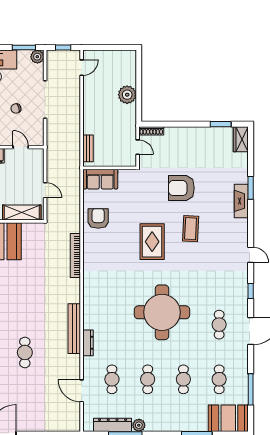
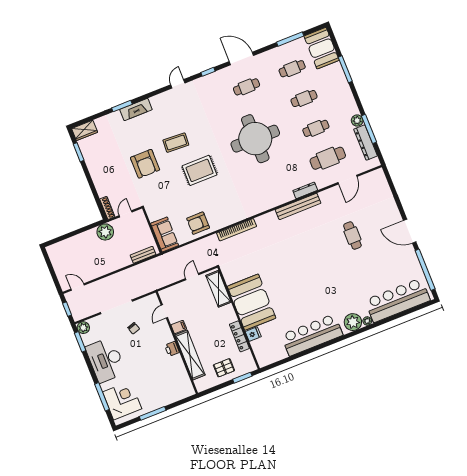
plant: (127, 95) -> (105, 232), moved
cafe table: (25, 352) -> (352, 236), moved, turned 90
cafe table: (112, 379) -> (328, 158), width x1.37, depth x1.35

